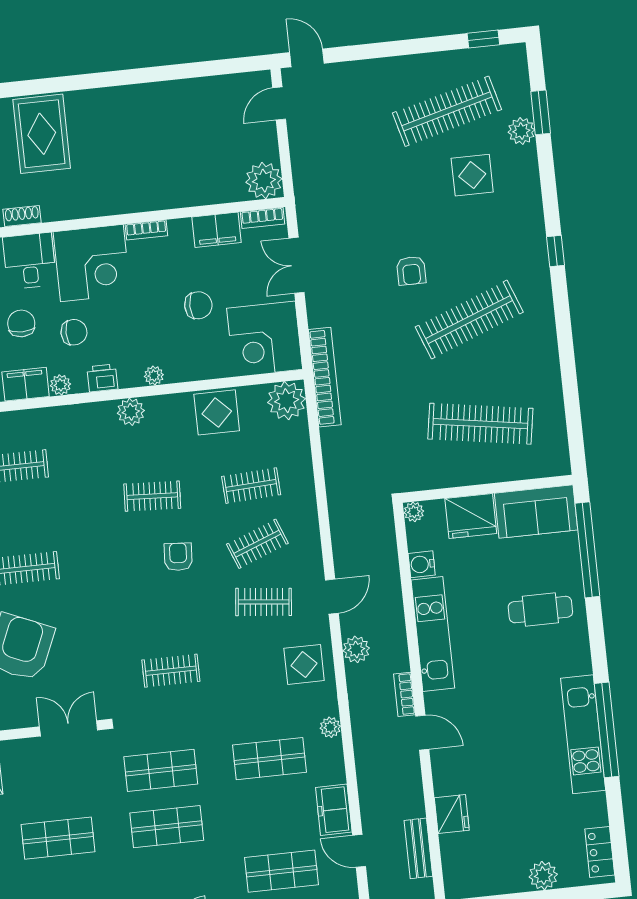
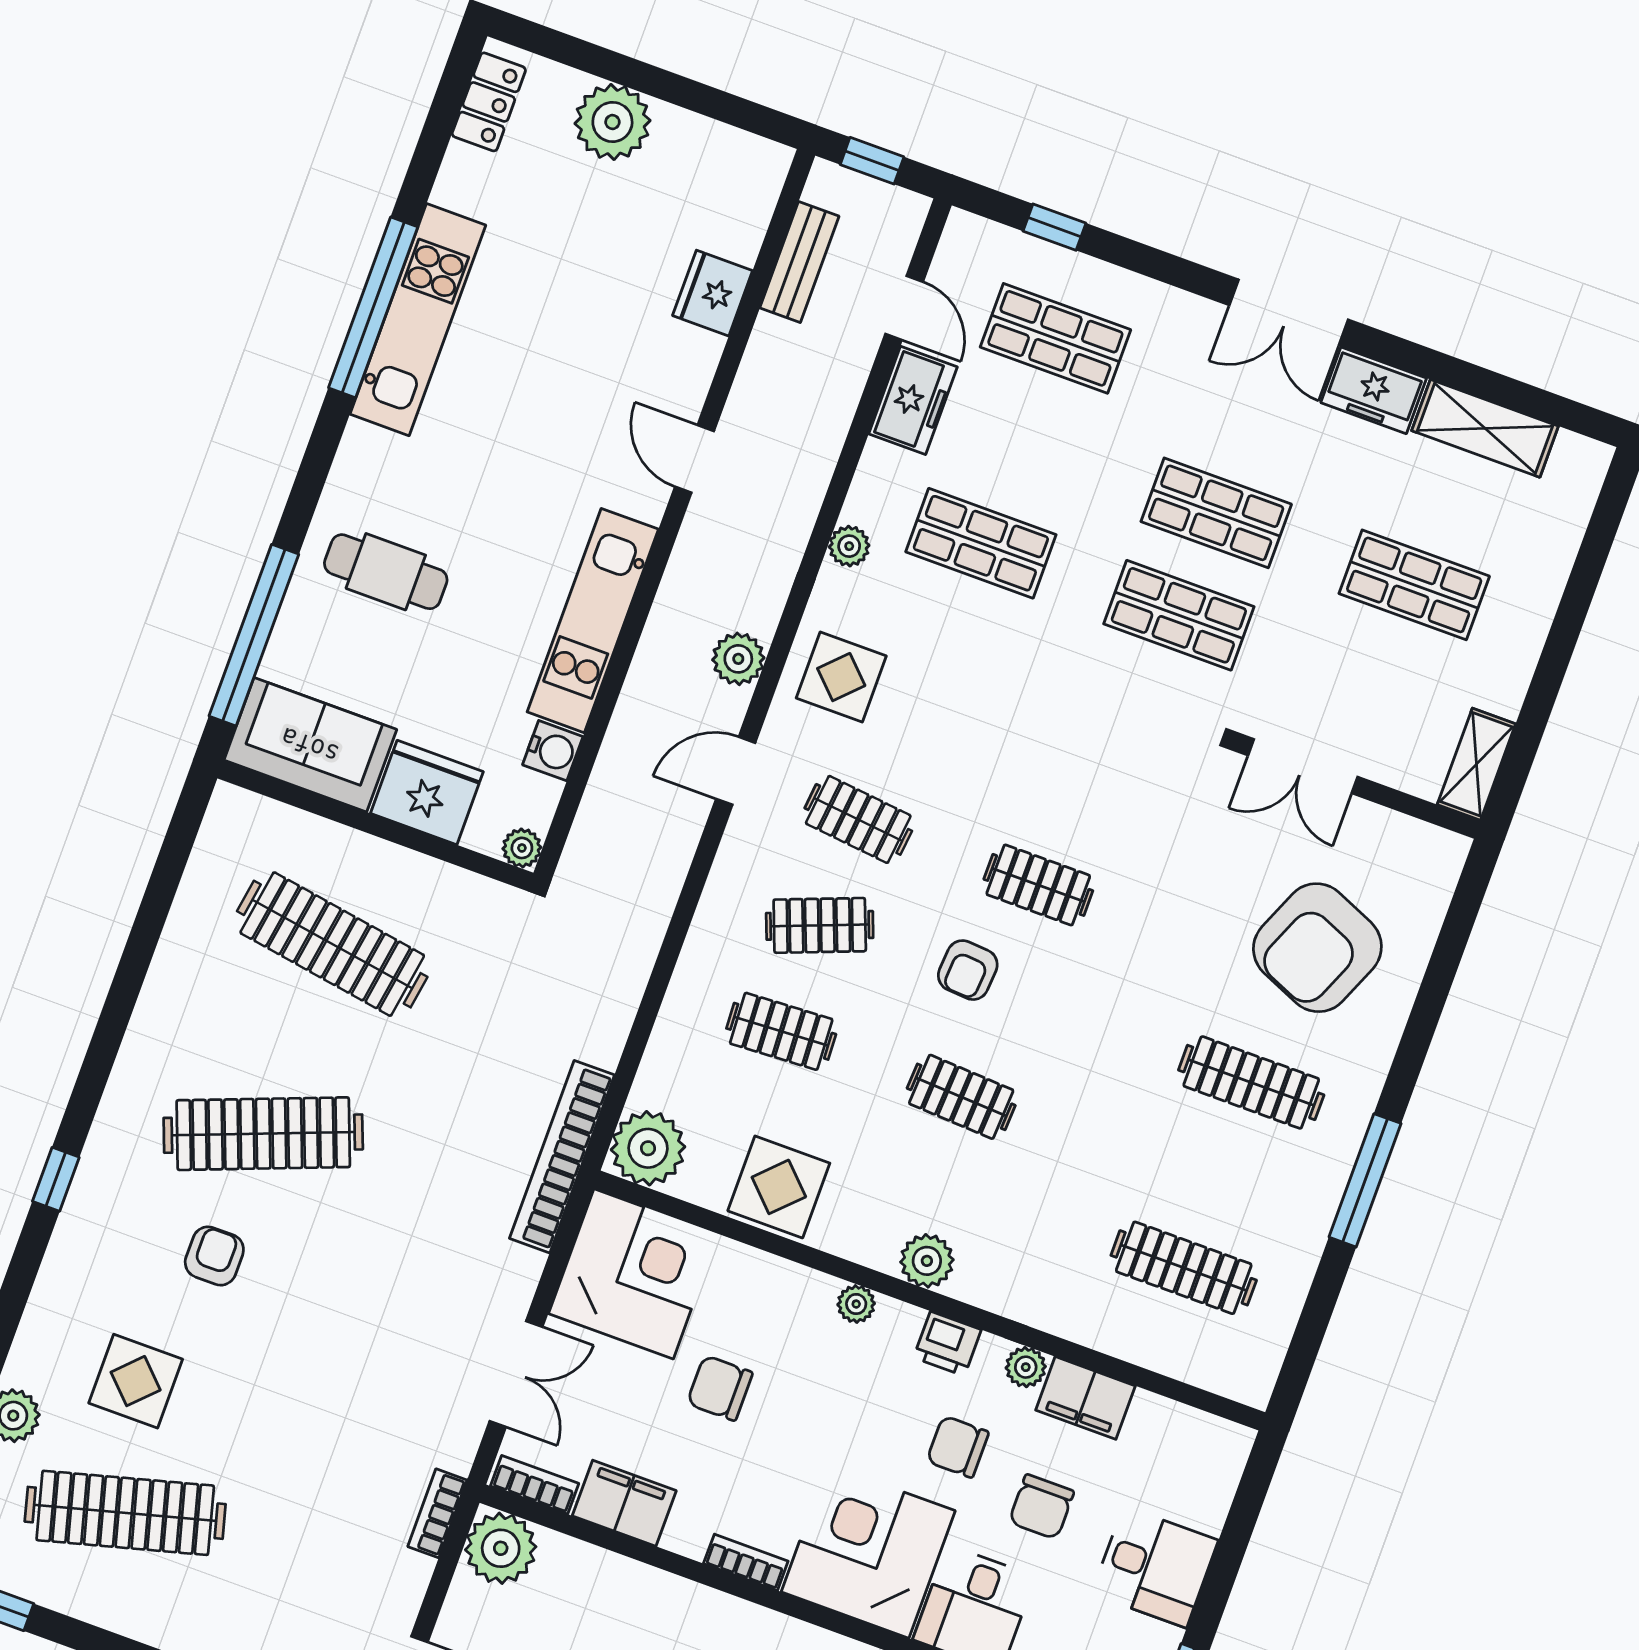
armchair: (411, 271) -> (214, 1256), moved
clothes rail: (171, 671) -> (1038, 885), moved
bookcase: (404, 694) -> (437, 1513), moved, turned 180
plant: (543, 876) -> (612, 122), width x1.36, depth x1.36

